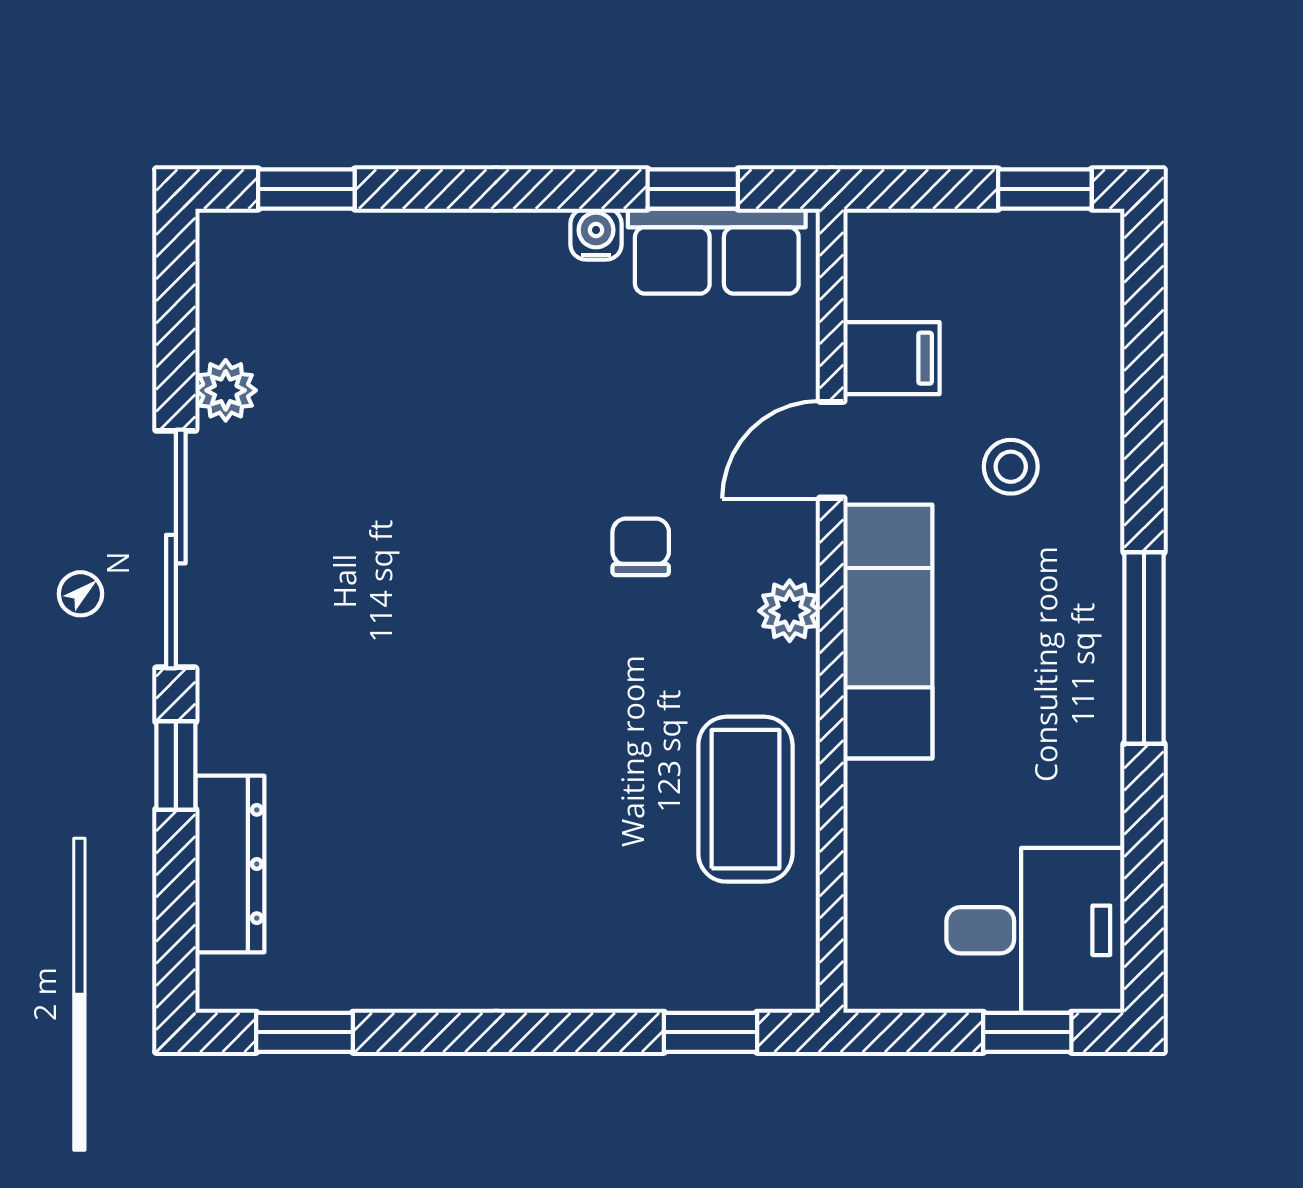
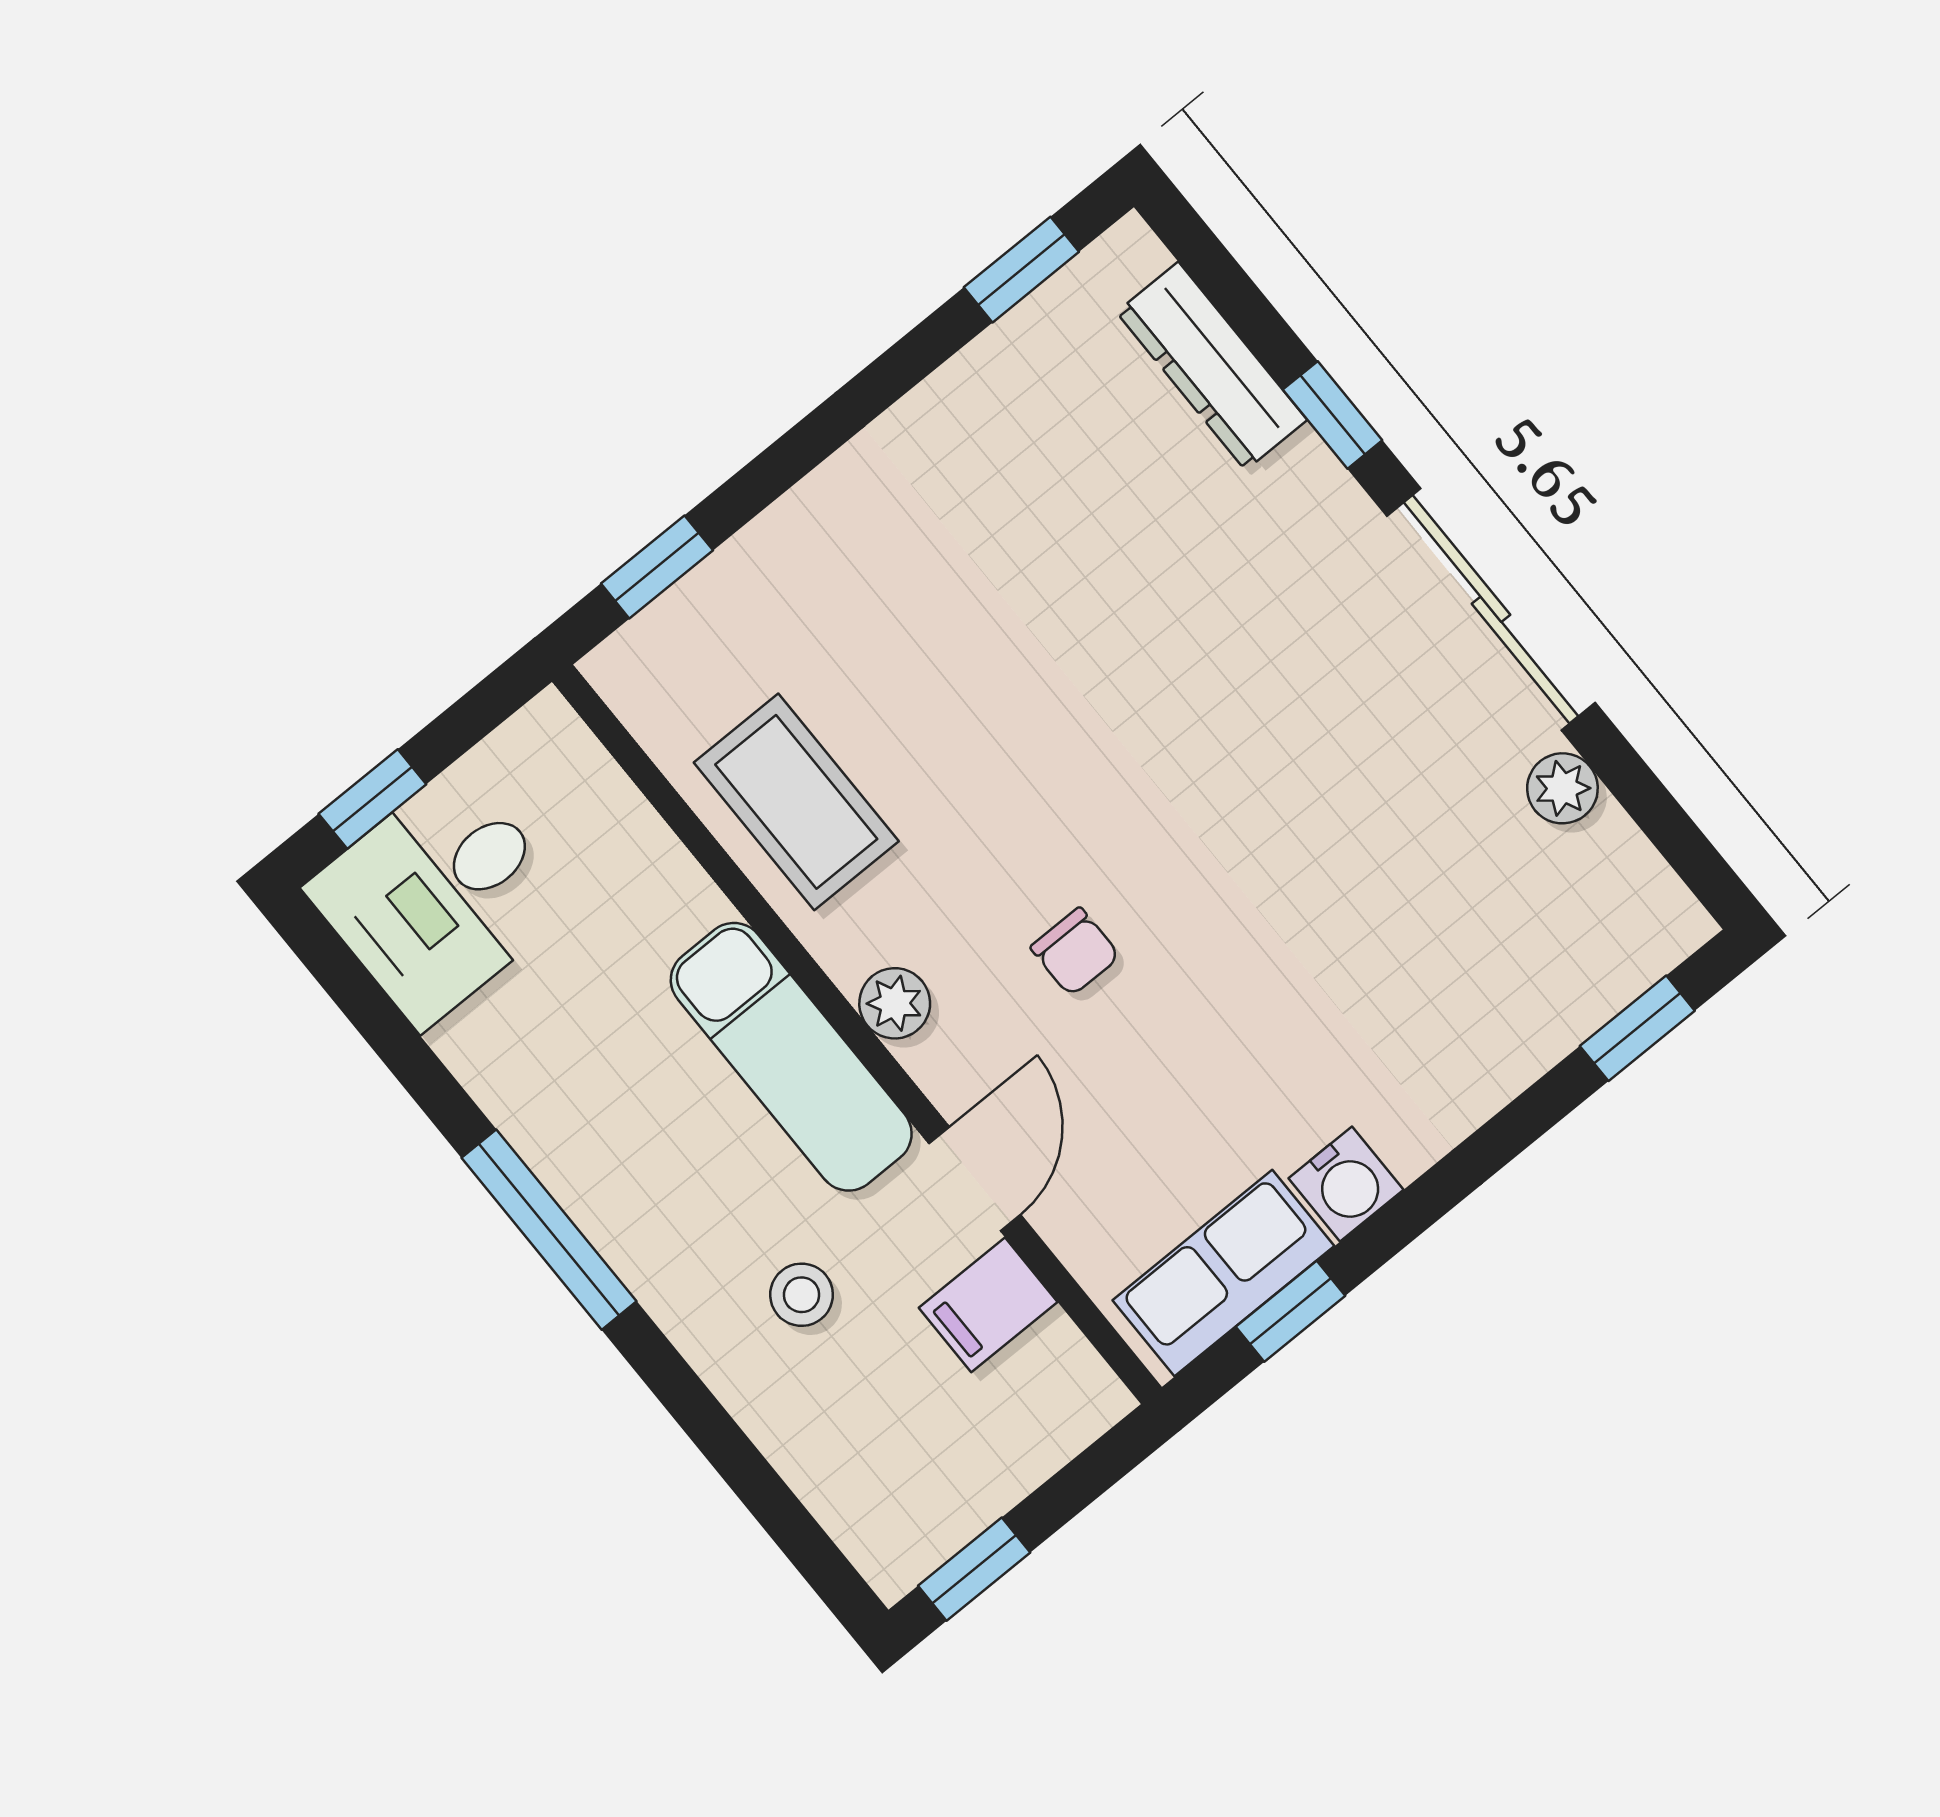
water cooler: (596, 234) -> (1346, 1184), width x1.38, depth x1.38

